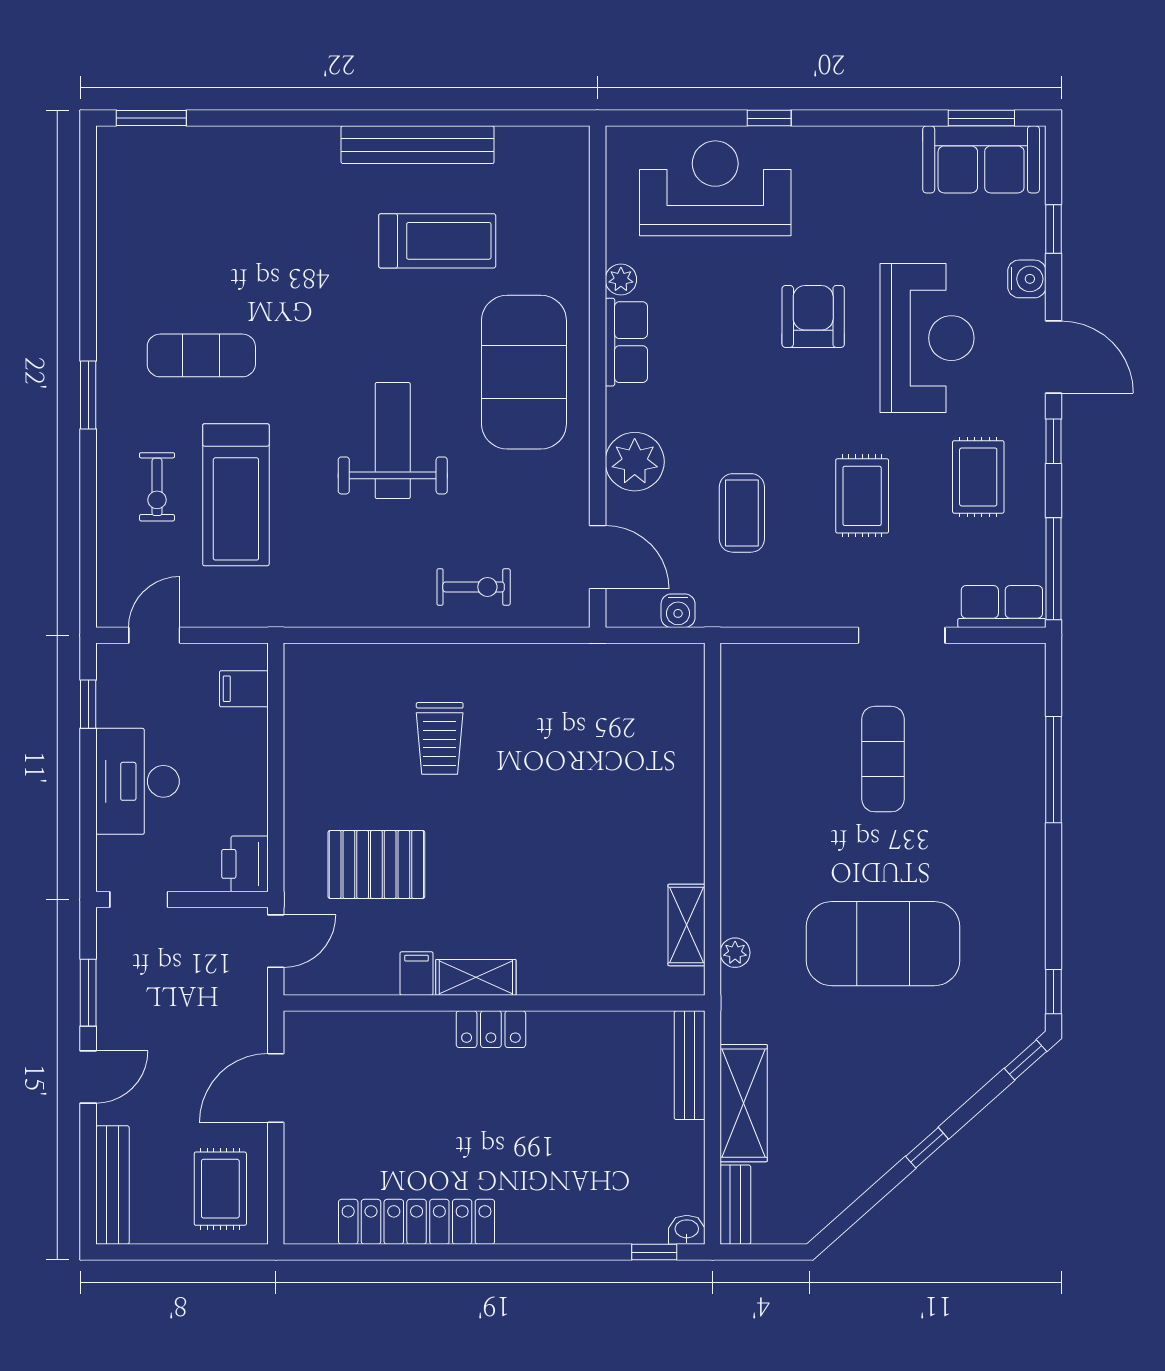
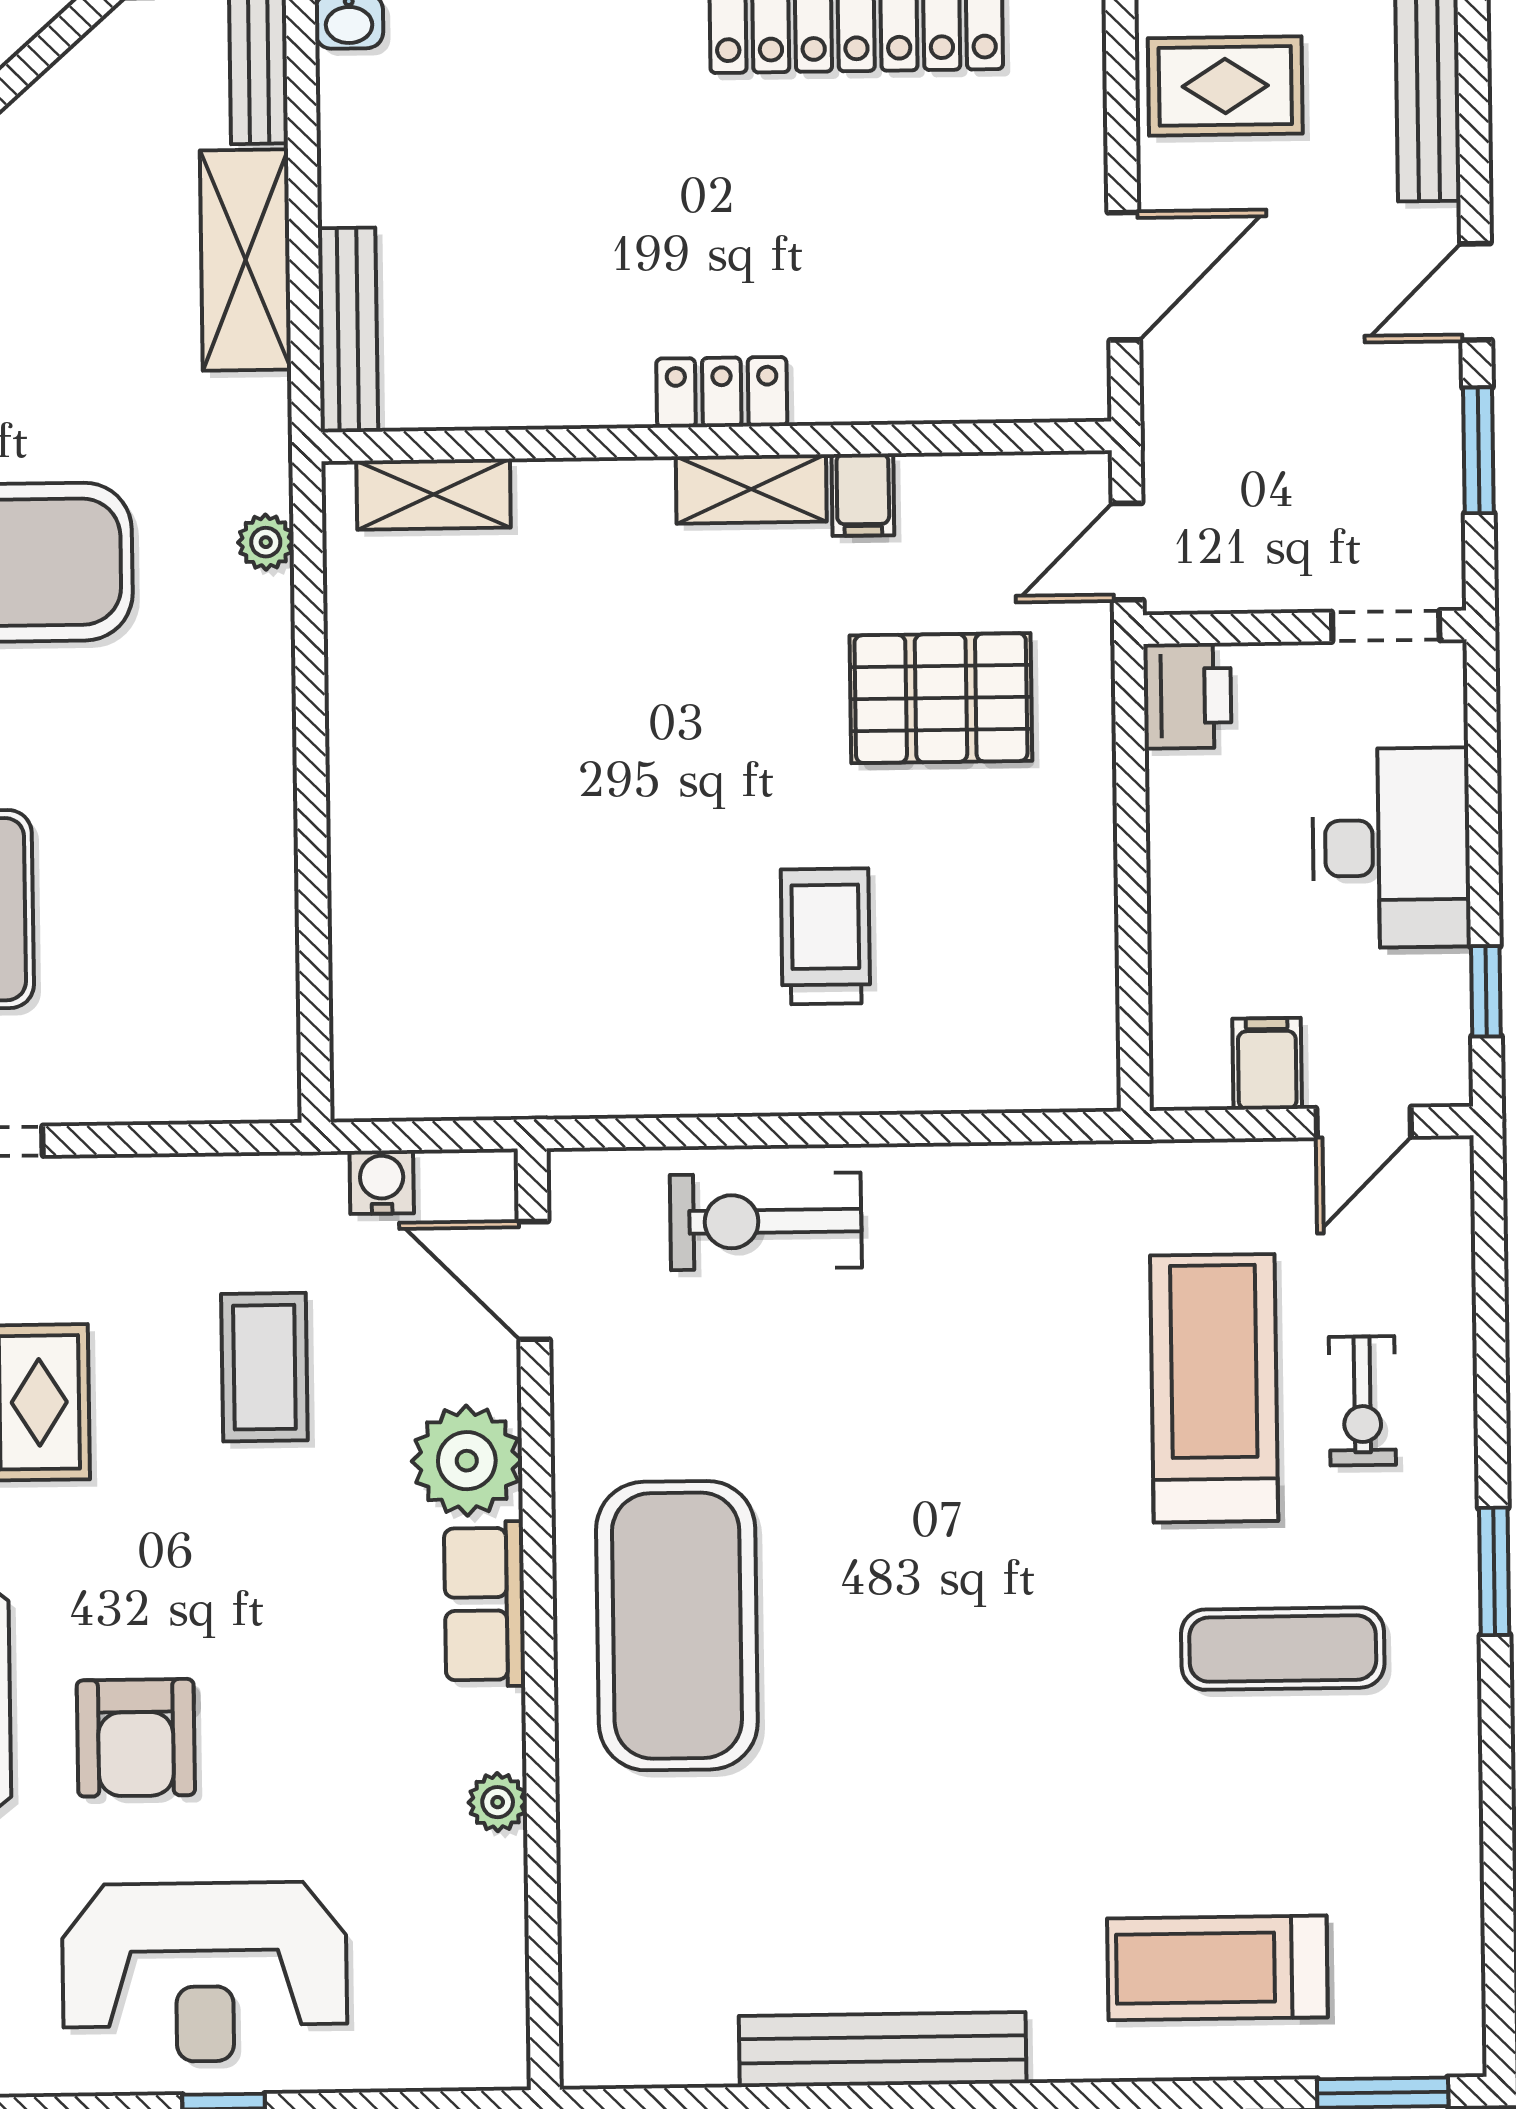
reception desk: (715, 188) -> (205, 1972), moved
treadmill: (437, 241) -> (1217, 1968), moved
row of seats: (626, 342) -> (485, 1604), moved
weight bench: (393, 441) -> (921, 1494), removed
exercise bike: (157, 487) -> (1362, 1401), turned 180
exercise bike: (474, 587) -> (766, 1221), width x1.38, depth x1.39
filing cabinet: (244, 689) -> (1267, 1064), moved, turned -90
shelving: (686, 925) -> (434, 494), moved, turned 90
rug: (220, 1189) -> (1225, 86), turned 90

